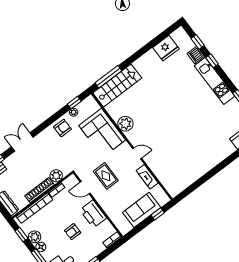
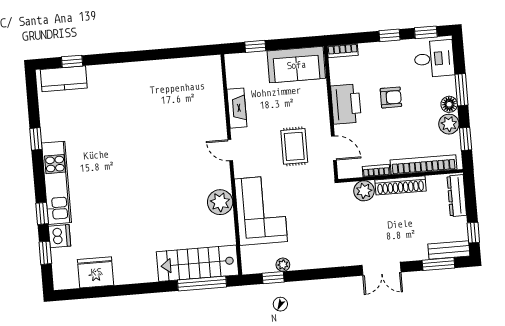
armchair: (63, 128) -> (312, 252), removed
sofa: (142, 210) -> (296, 65), moved

